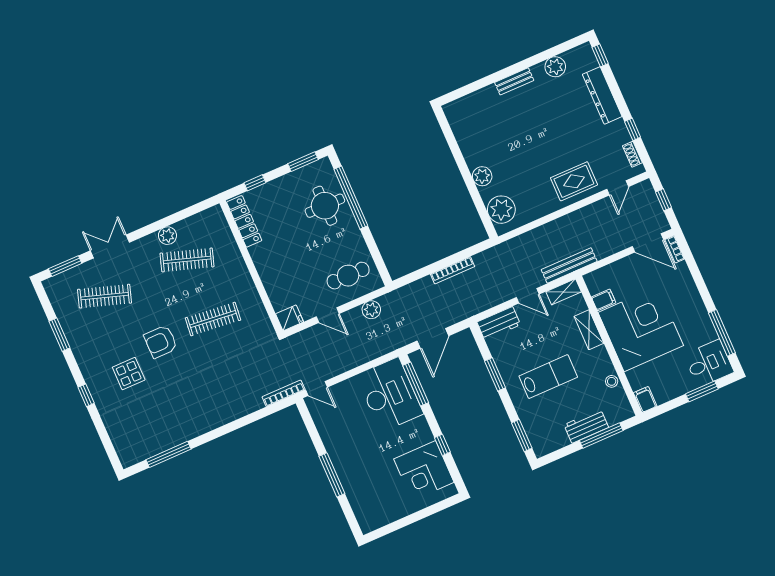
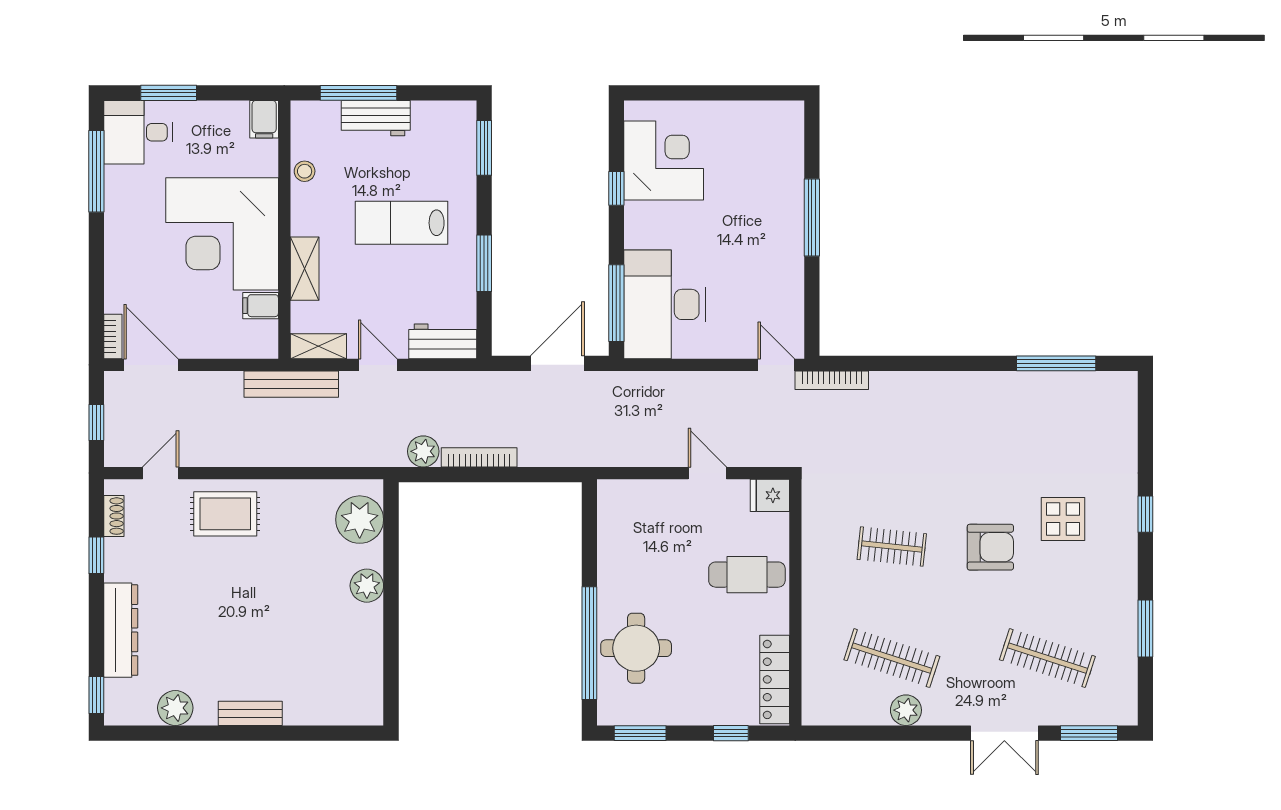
cafe table: (348, 276) -> (747, 575), moved
plant: (371, 310) -> (423, 451), moved
clothes rail: (213, 319) -> (892, 547), width x0.73

